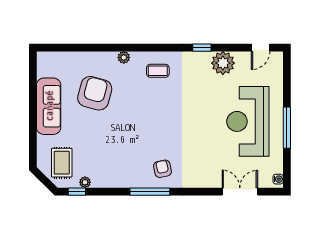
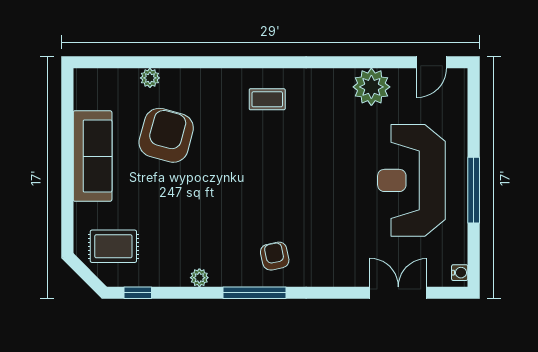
window: (202, 48) -> (338, 62), removed
plant: (124, 57) -> (150, 78), moved
rug: (62, 163) -> (113, 246), turned 90
plant: (85, 182) -> (199, 278), moved

